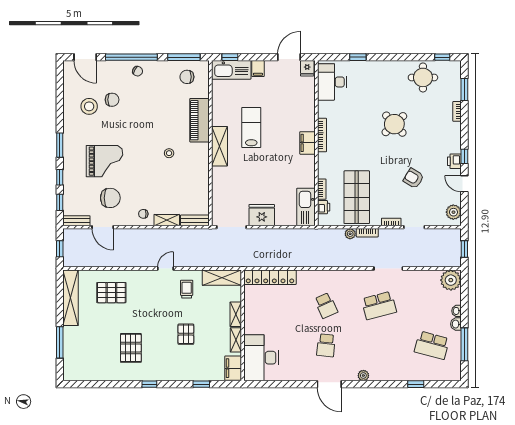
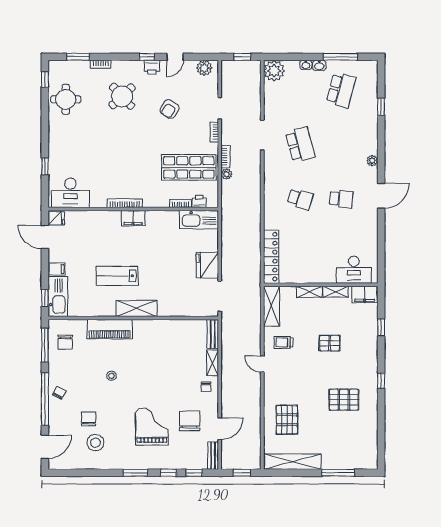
round table: (394, 124) -> (122, 96), moved
stool: (169, 153) -> (111, 376), moved
school desk: (326, 306) -> (300, 199), turned 42
desk: (261, 358) -> (354, 270), width x0.73, depth x0.77

